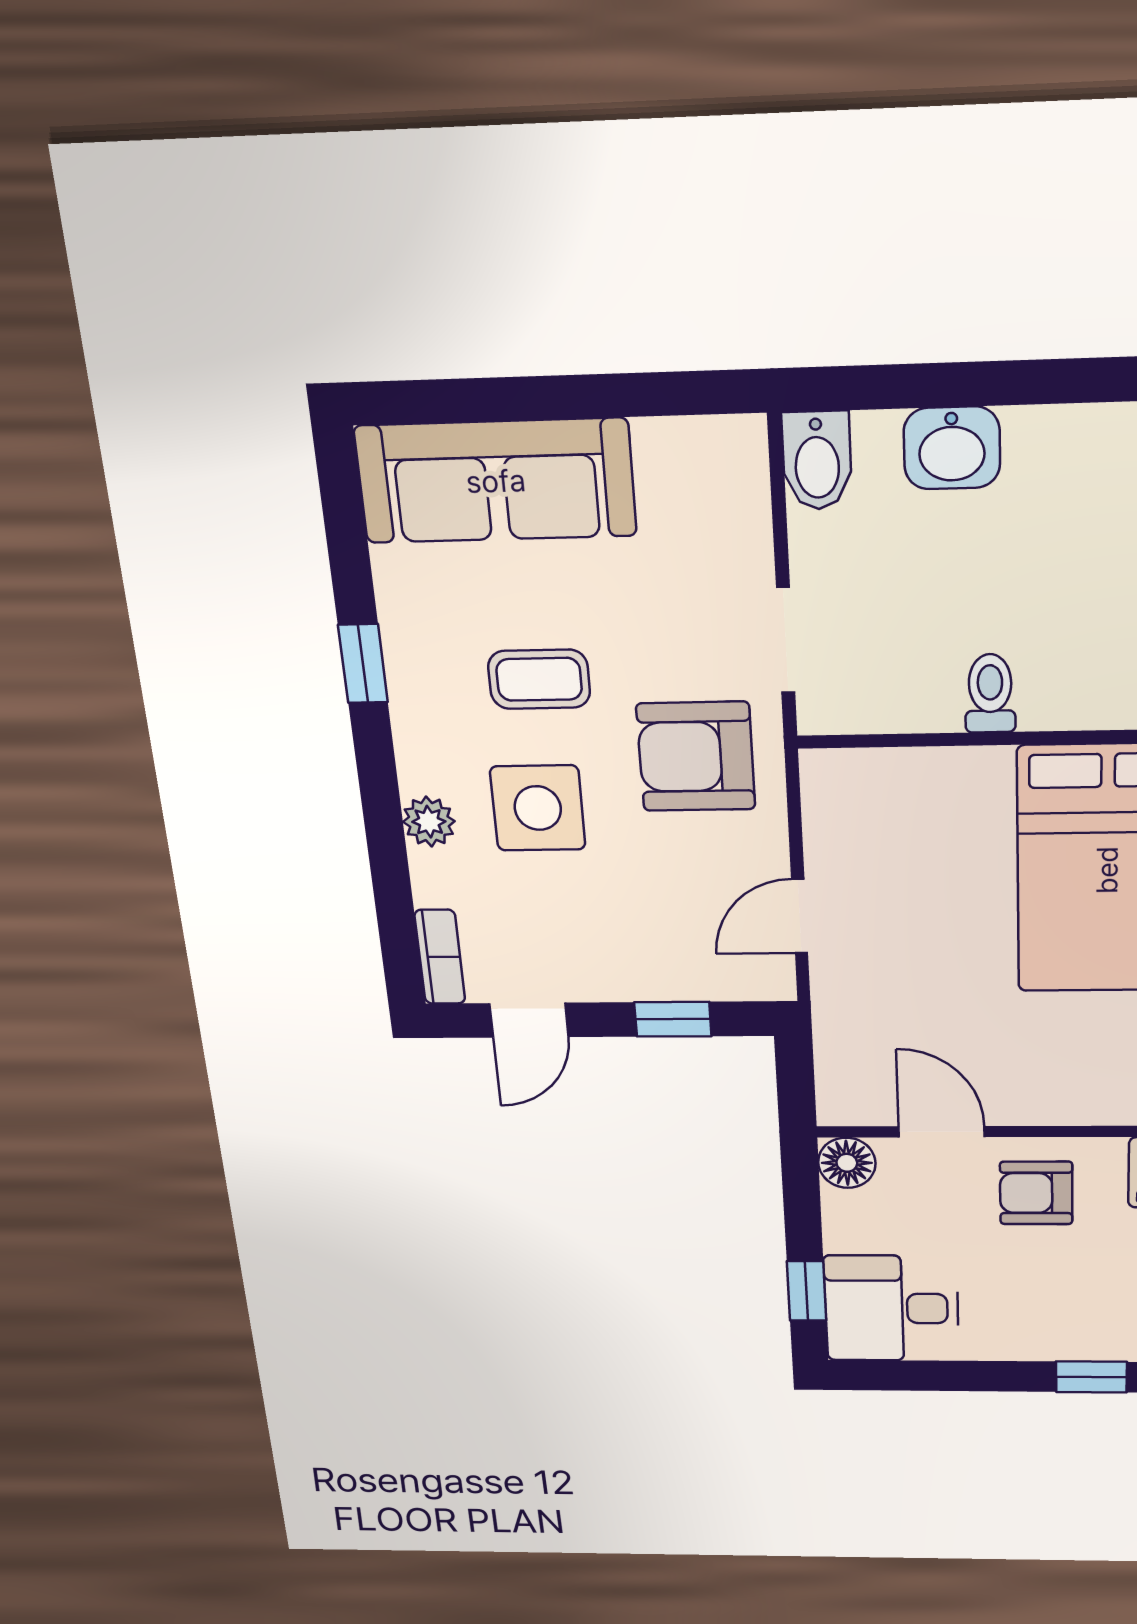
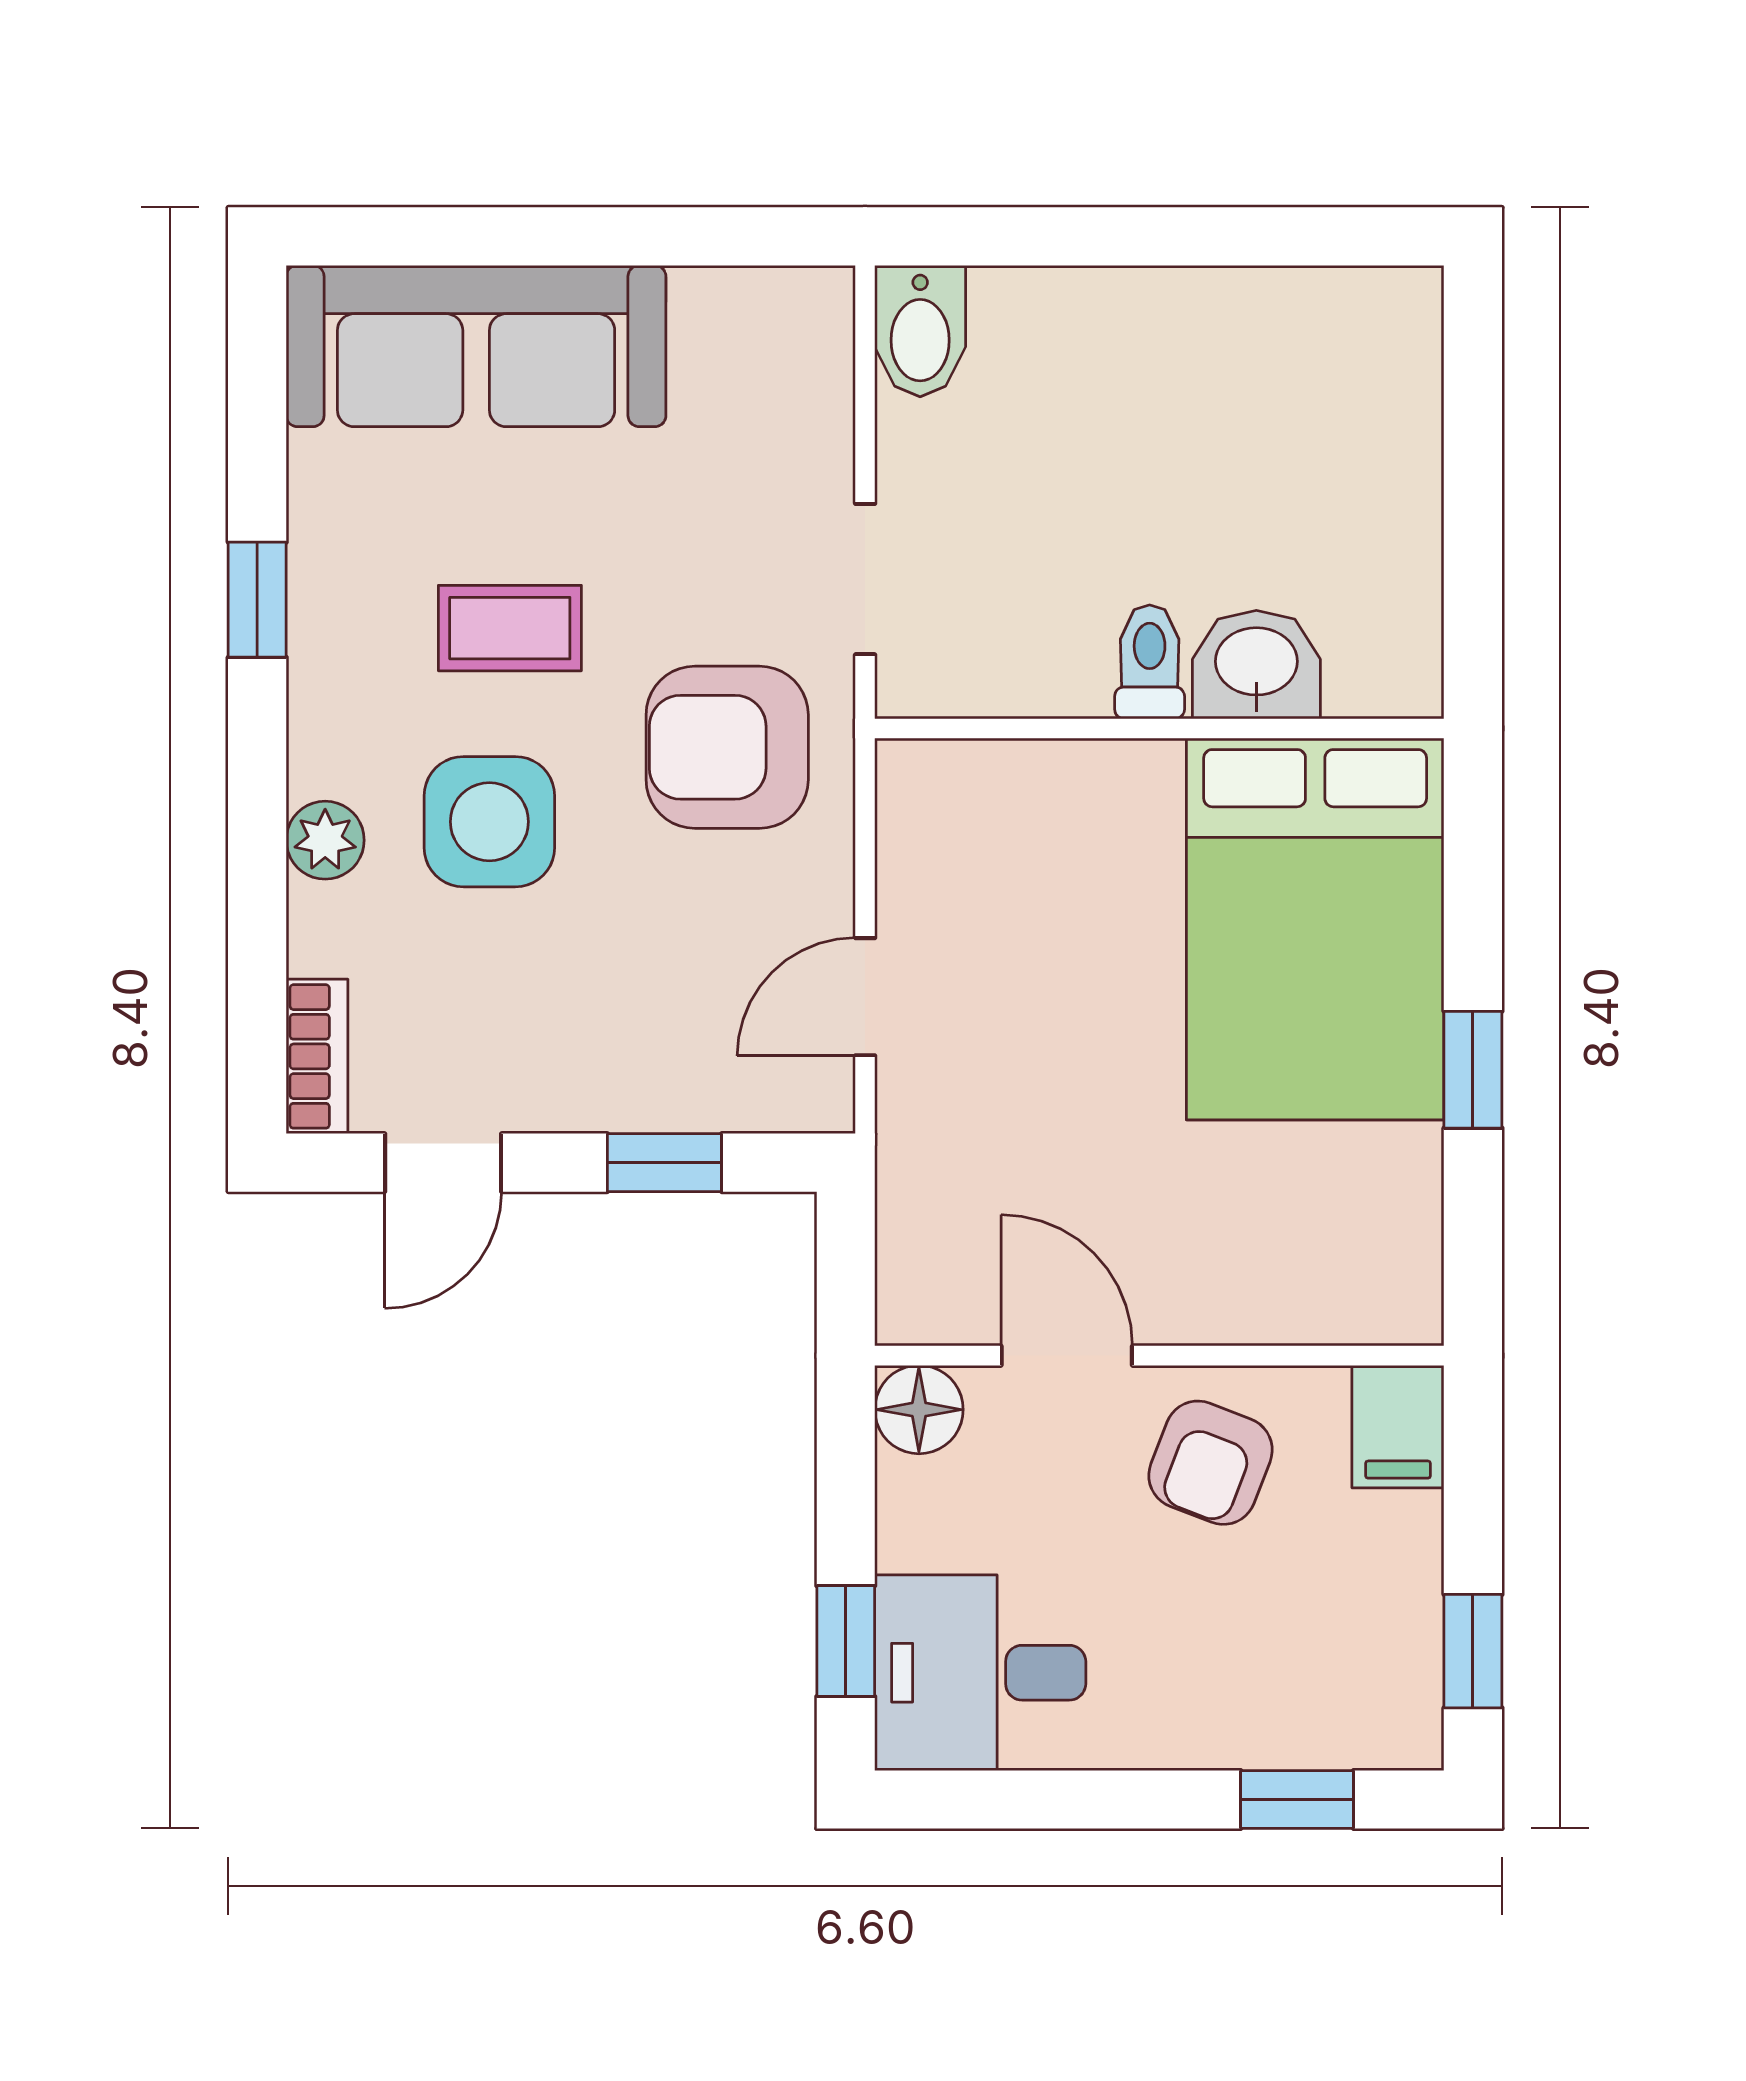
washbasin: (952, 448) -> (1256, 665), moved, turned 180
armchair: (1036, 1193) -> (1211, 1463), turned -69

